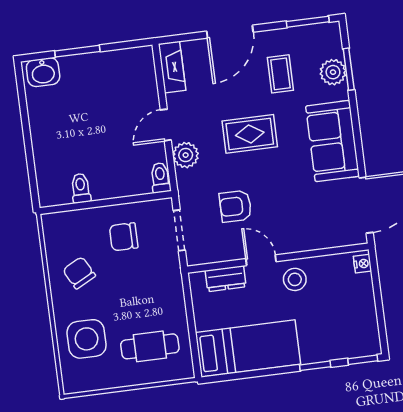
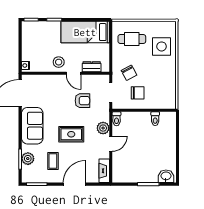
chair: (79, 273) -> (129, 73), moved

